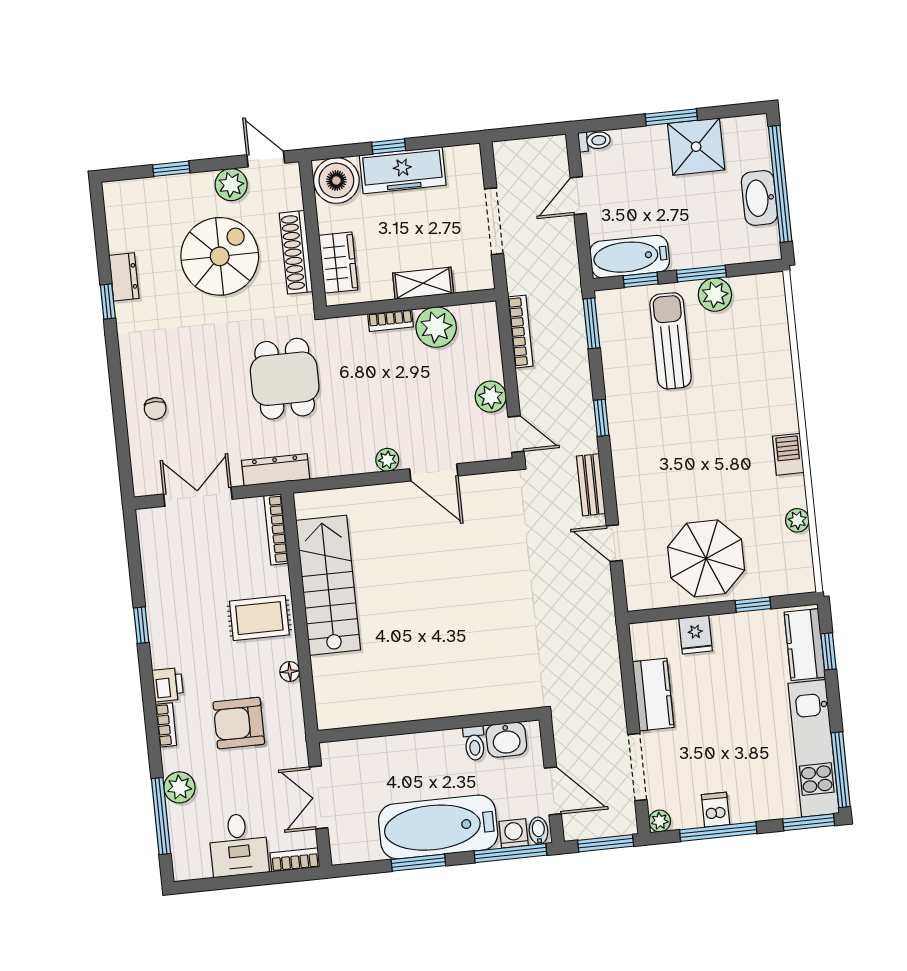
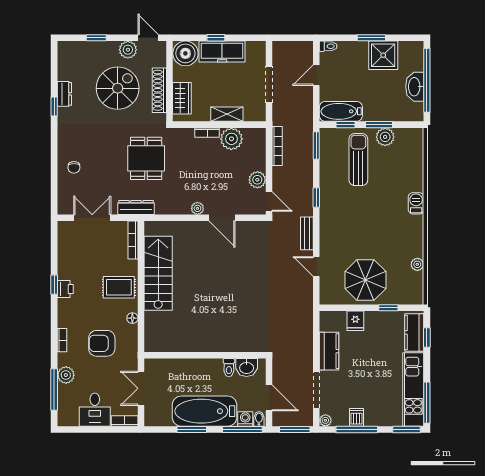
barbecue: (788, 454) -> (416, 203), moved
printer: (168, 685) -> (65, 289), moved

